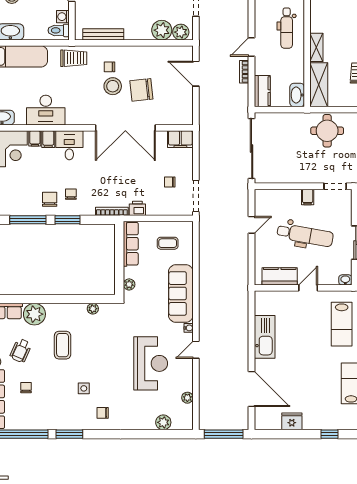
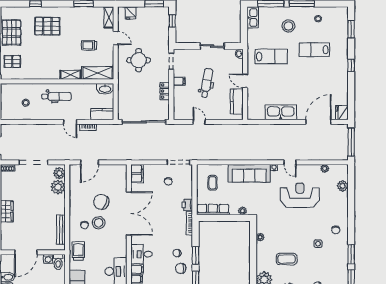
chair: (141, 90) -> (101, 202), turned 117
round table: (327, 131) -> (139, 60), moved
locker: (294, 177) -> (165, 91), added
dental chair: (305, 235) -> (207, 83), width x0.73, depth x0.72
fridge: (292, 421) -> (342, 113), moved

